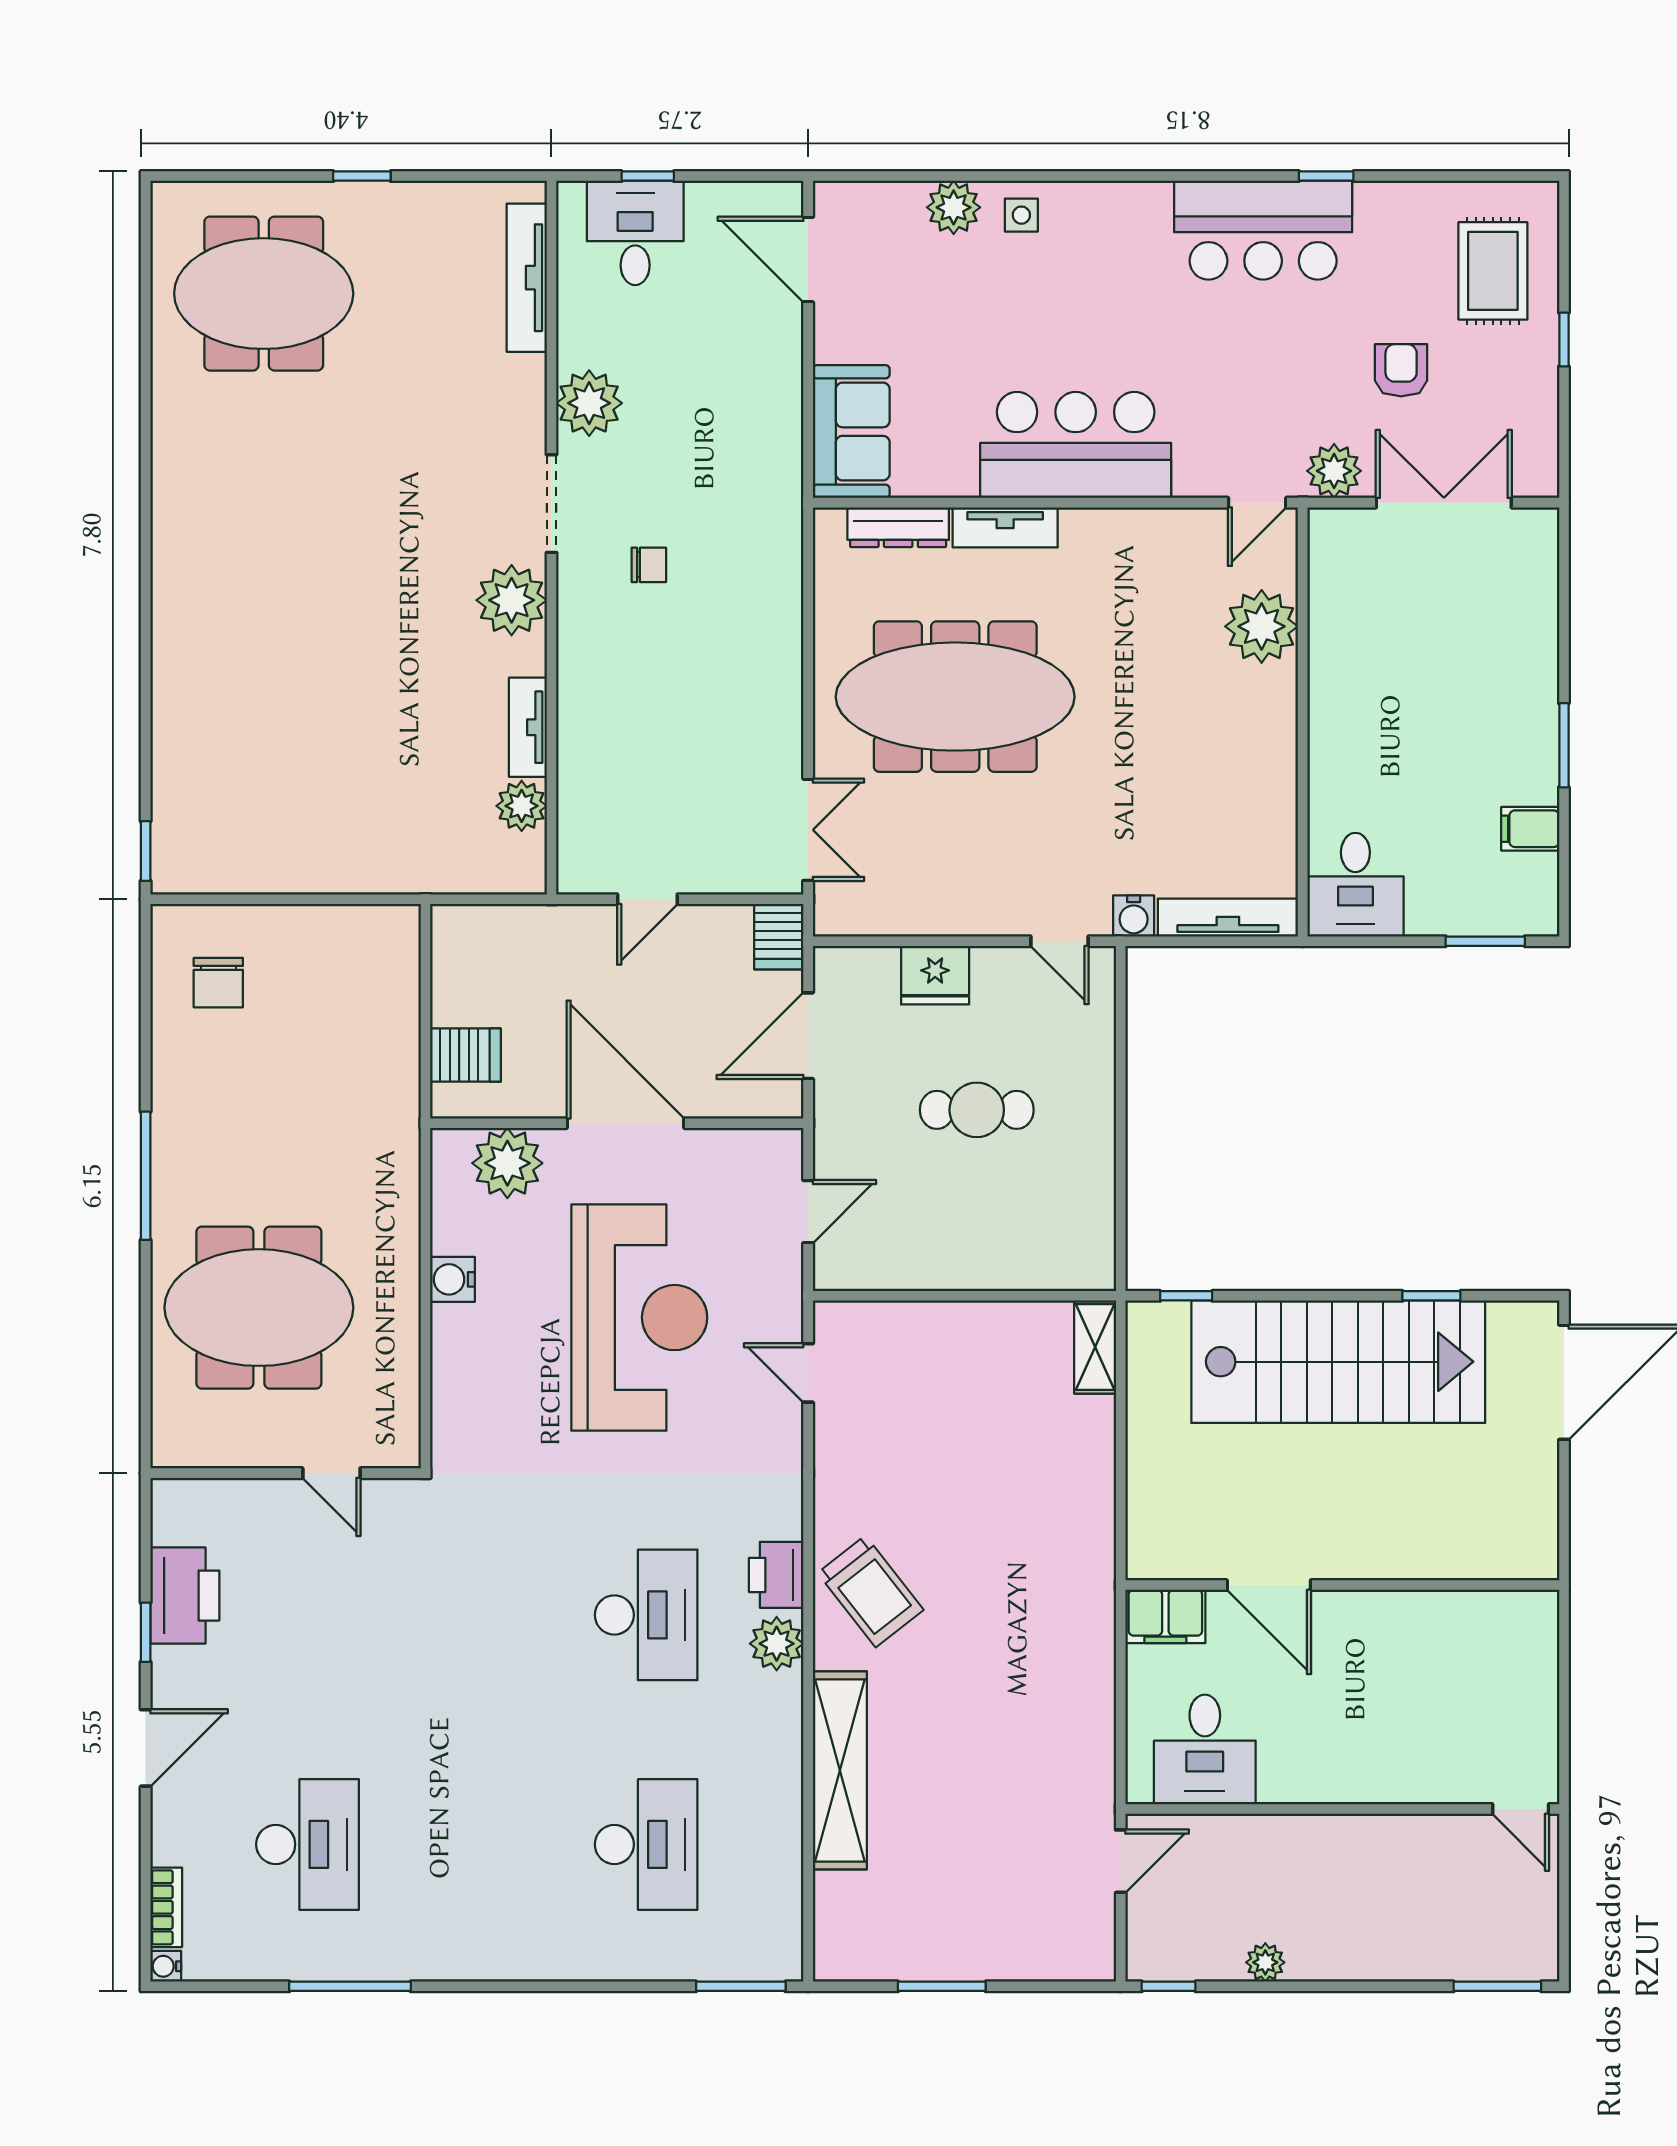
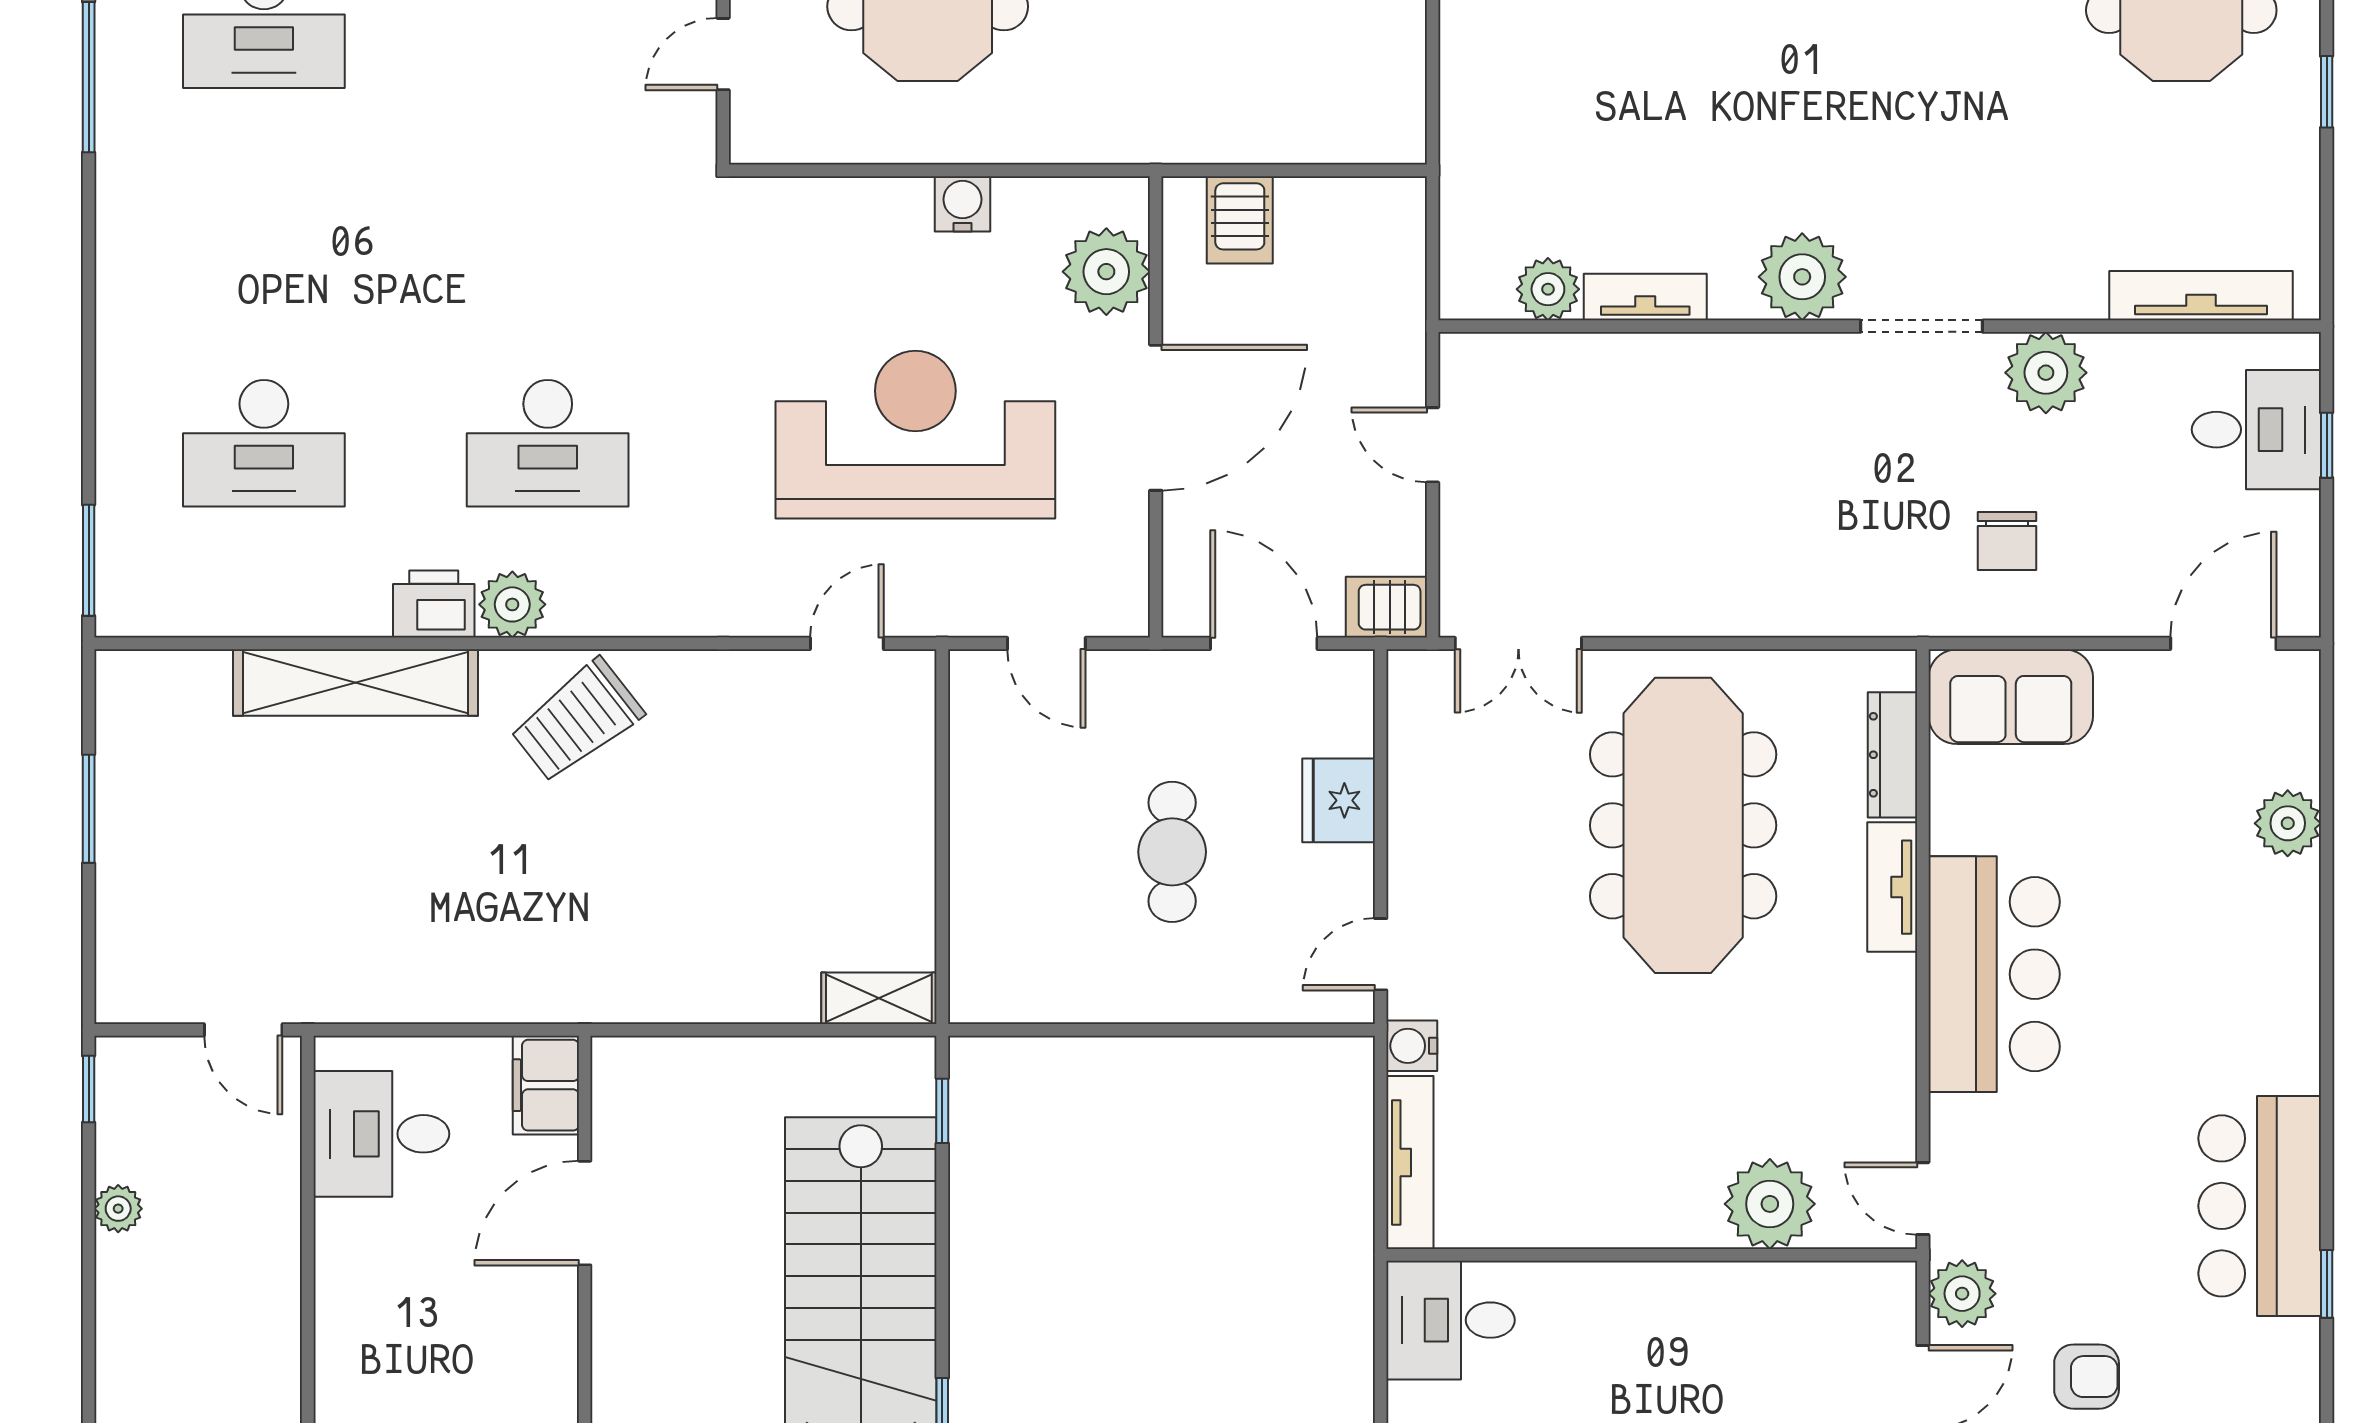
side table: (1021, 215) -> (2278, 907), removed
chair: (649, 565) -> (2007, 541), moved, width x1.37, depth x1.37
reception desk: (639, 1318) -> (915, 435), turned 180
printer: (776, 1575) -> (434, 604), moved

